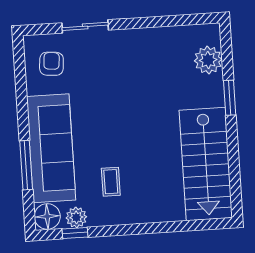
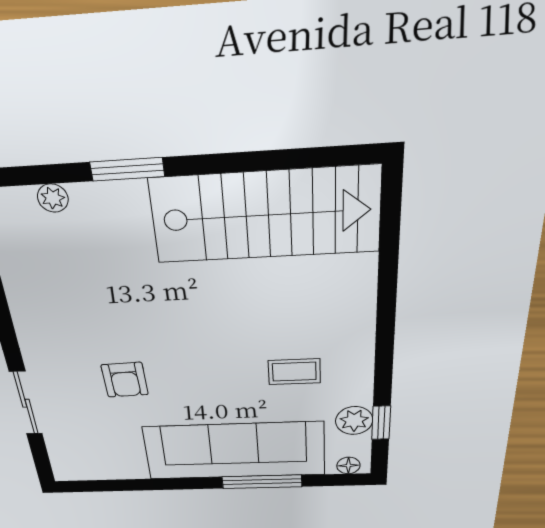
plant: (208, 60) -> (53, 198), width x0.53, depth x0.53
armchair: (51, 64) -> (125, 380), moved, turned -97
floor lamp: (47, 216) -> (348, 465), width x0.53, depth x0.53

